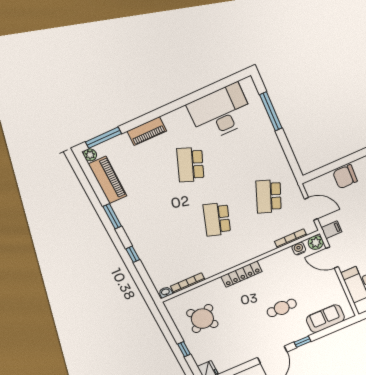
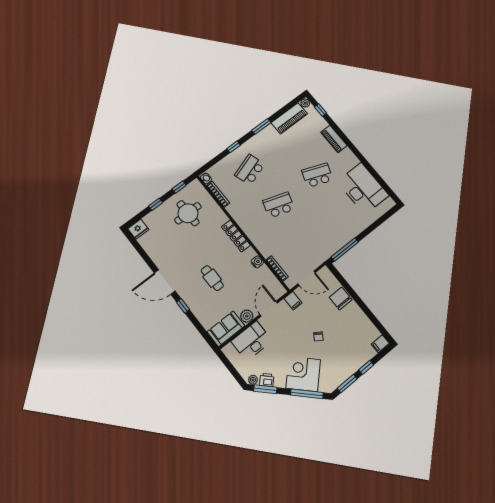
window: (271, 111) -> (345, 249), moved
window: (103, 138) -> (321, 110), width x0.46
school desk: (269, 196) -> (250, 170), moved, turned -39
door: (311, 209) -> (306, 278), hinge flipped
plant: (316, 243) -> (247, 316), moved
water cooler: (299, 249) -> (257, 262), moved
round table: (202, 319) -> (188, 213), turned 37
sofa: (325, 319) -> (226, 329), moved, turned -90
window: (169, 322) -> (179, 187), added

